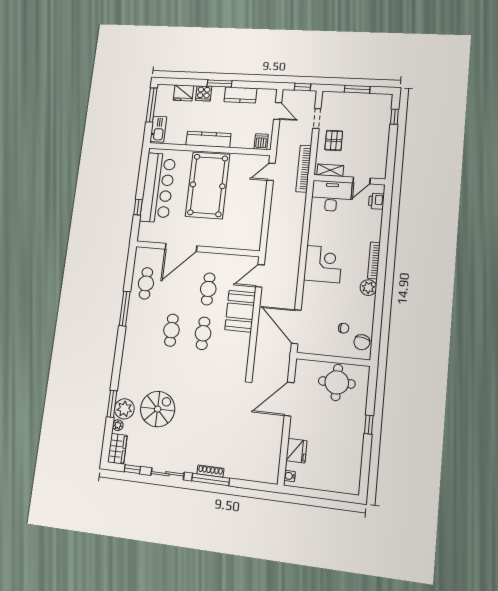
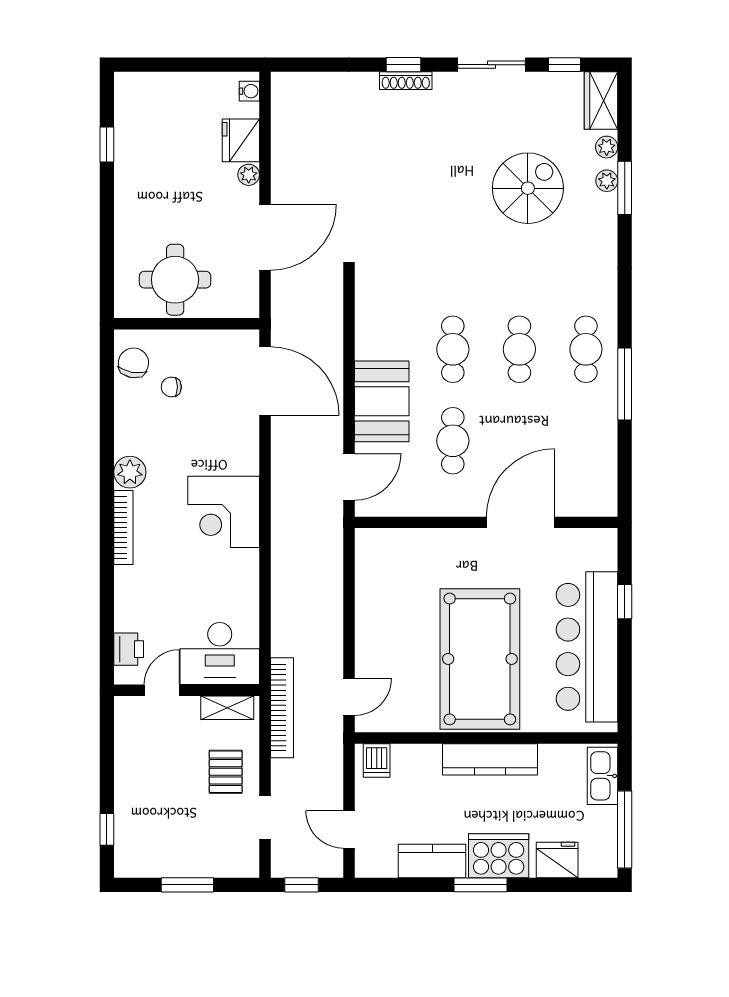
cooker: (204, 93) -> (499, 856), width x1.87, depth x1.31
cafe table: (146, 283) -> (586, 349), moved
plant: (124, 409) -> (607, 181), width x0.53, depth x0.53
spiral stairs: (158, 409) -> (528, 188), turned 180
window: (369, 425) -> (107, 144), moved
plant: (294, 432) -> (249, 175), added
window: (211, 480) -> (403, 65), width x0.46

